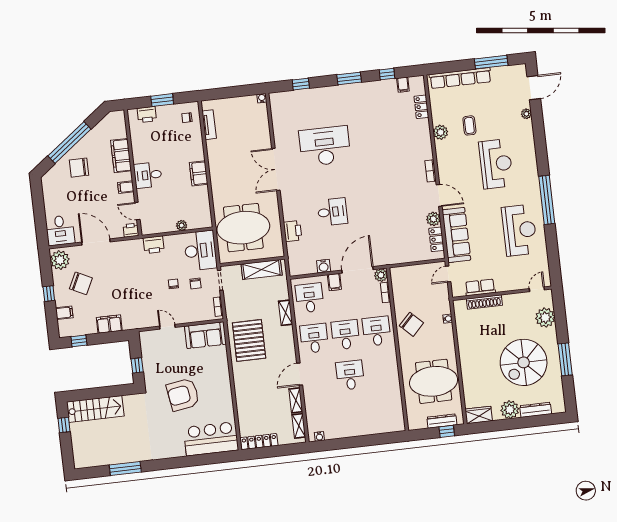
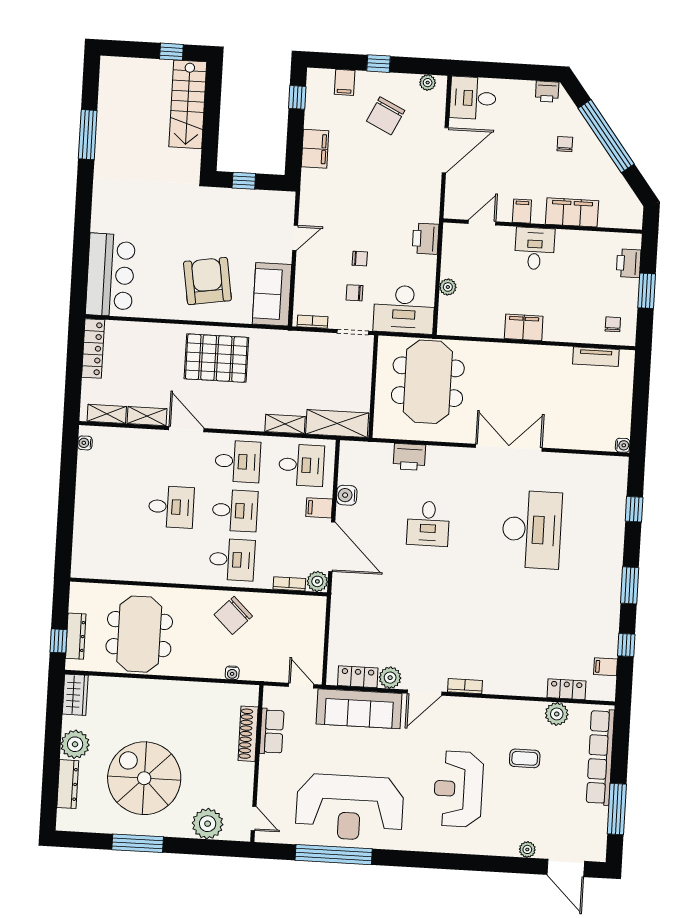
plant: (441, 132) -> (557, 714), moved
reception desk: (496, 164) -> (458, 789), turned 90
chair: (79, 168) -> (565, 144), width x0.54, depth x0.54
window: (547, 200) -> (334, 855), moved
printer: (131, 230) -> (547, 92), moved, turned 90
reception desk: (519, 230) -> (350, 807), width x1.36, depth x1.30
plant: (60, 260) -> (428, 83), width x0.53, depth x0.53
shelving: (262, 270) -> (337, 423), moved, turned 90
pallet: (249, 340) -> (216, 358), moved
armchair: (183, 395) -> (207, 281), moved

